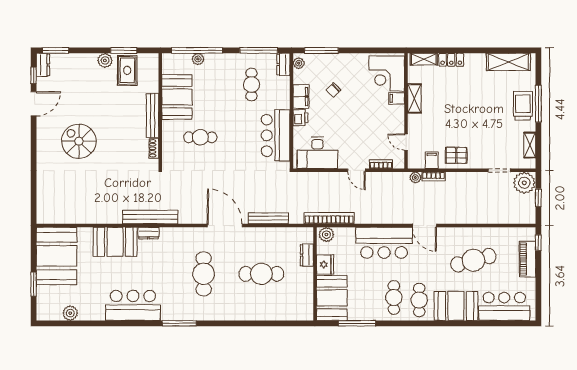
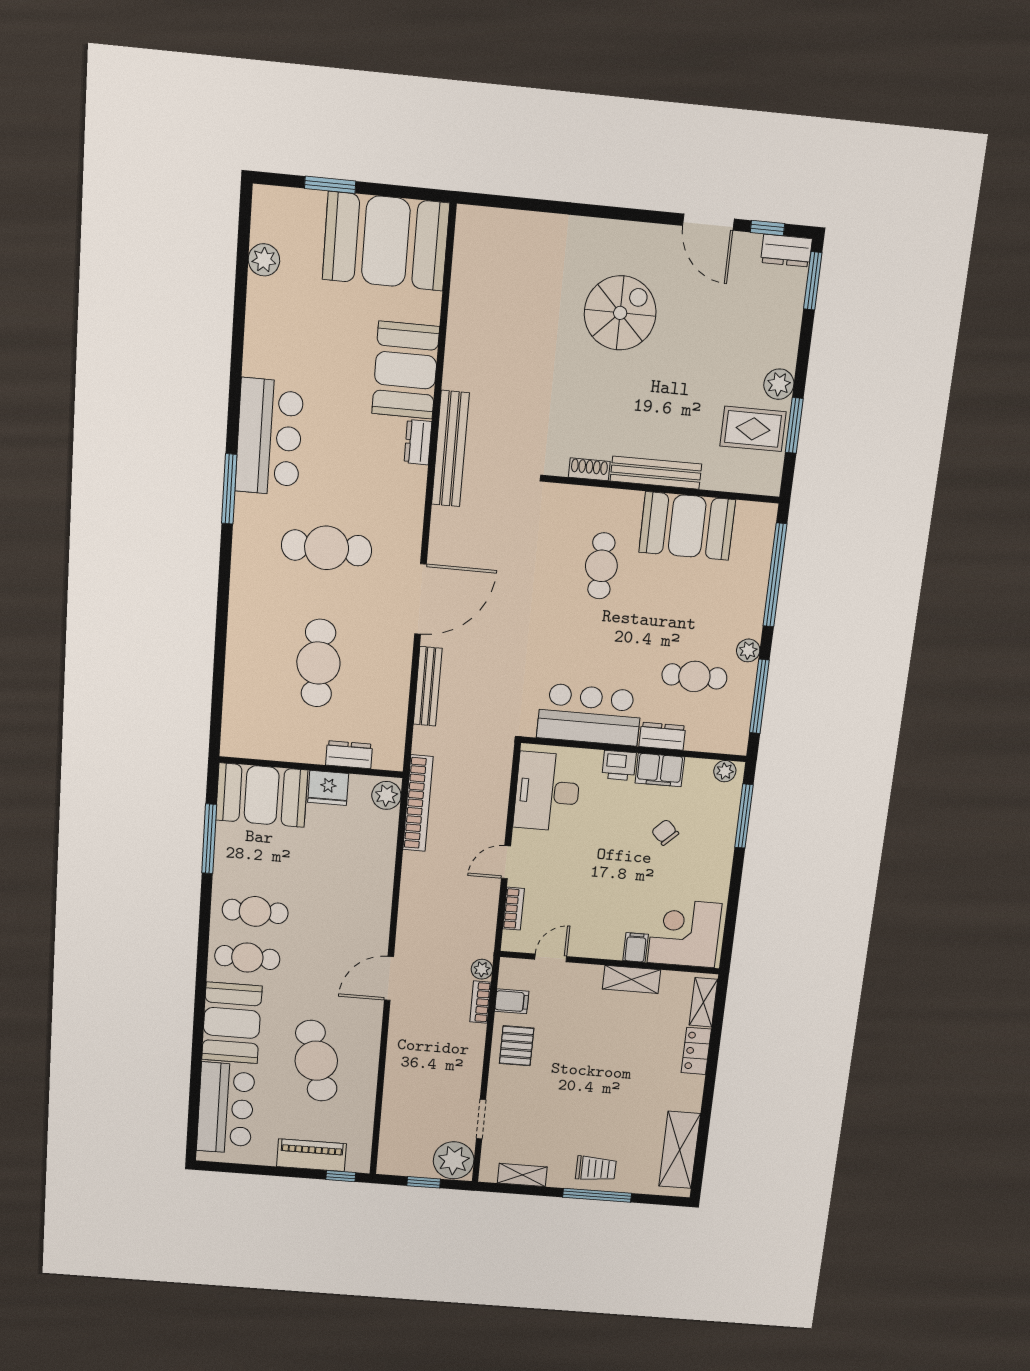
plant: (198, 59) -> (748, 650), moved
dresser: (283, 65) -> (662, 736), moved
trolley: (523, 106) -> (596, 1169), width x0.73, depth x0.72
bar counter: (384, 243) -> (362, 902), removed
bar counter: (133, 305) -> (269, 437), moved

